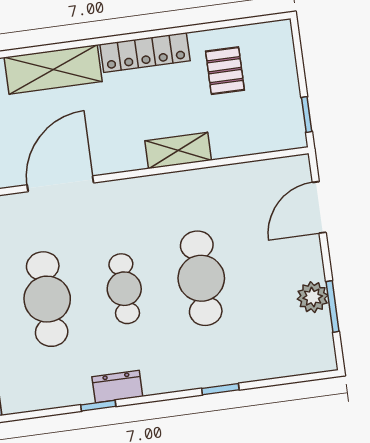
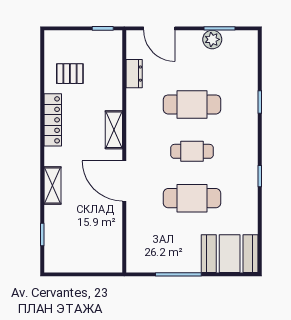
shelving: (53, 69) -> (53, 185), width x0.67, depth x0.75
shelving: (178, 151) -> (114, 130), moved
dresser: (117, 387) -> (134, 74), moved, turned 180

